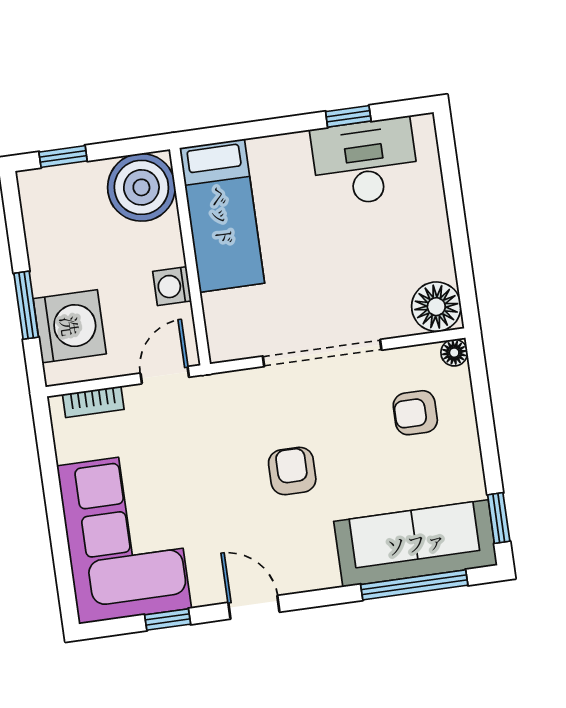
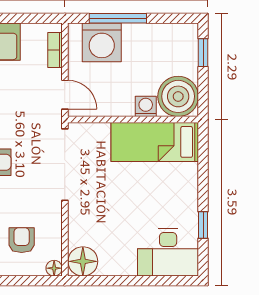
desk: (365, 162) -> (168, 252), moved, turned 90
washing machine: (172, 286) -> (146, 106), moved
window: (26, 305) -> (118, 18), width x1.44
doorway: (322, 353) -> (65, 165), moved

